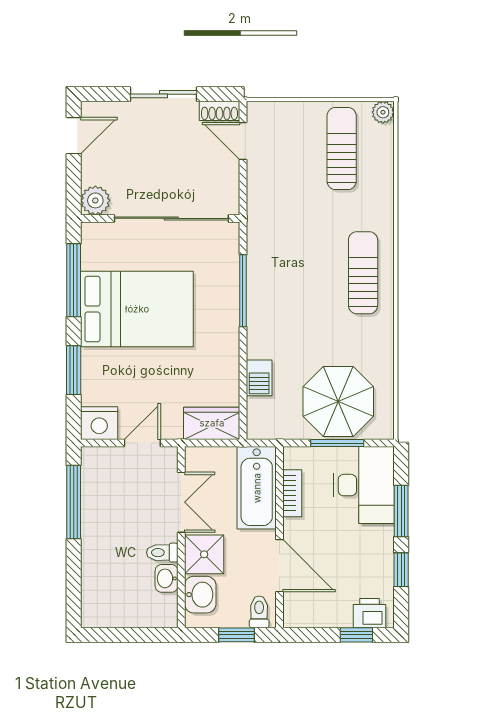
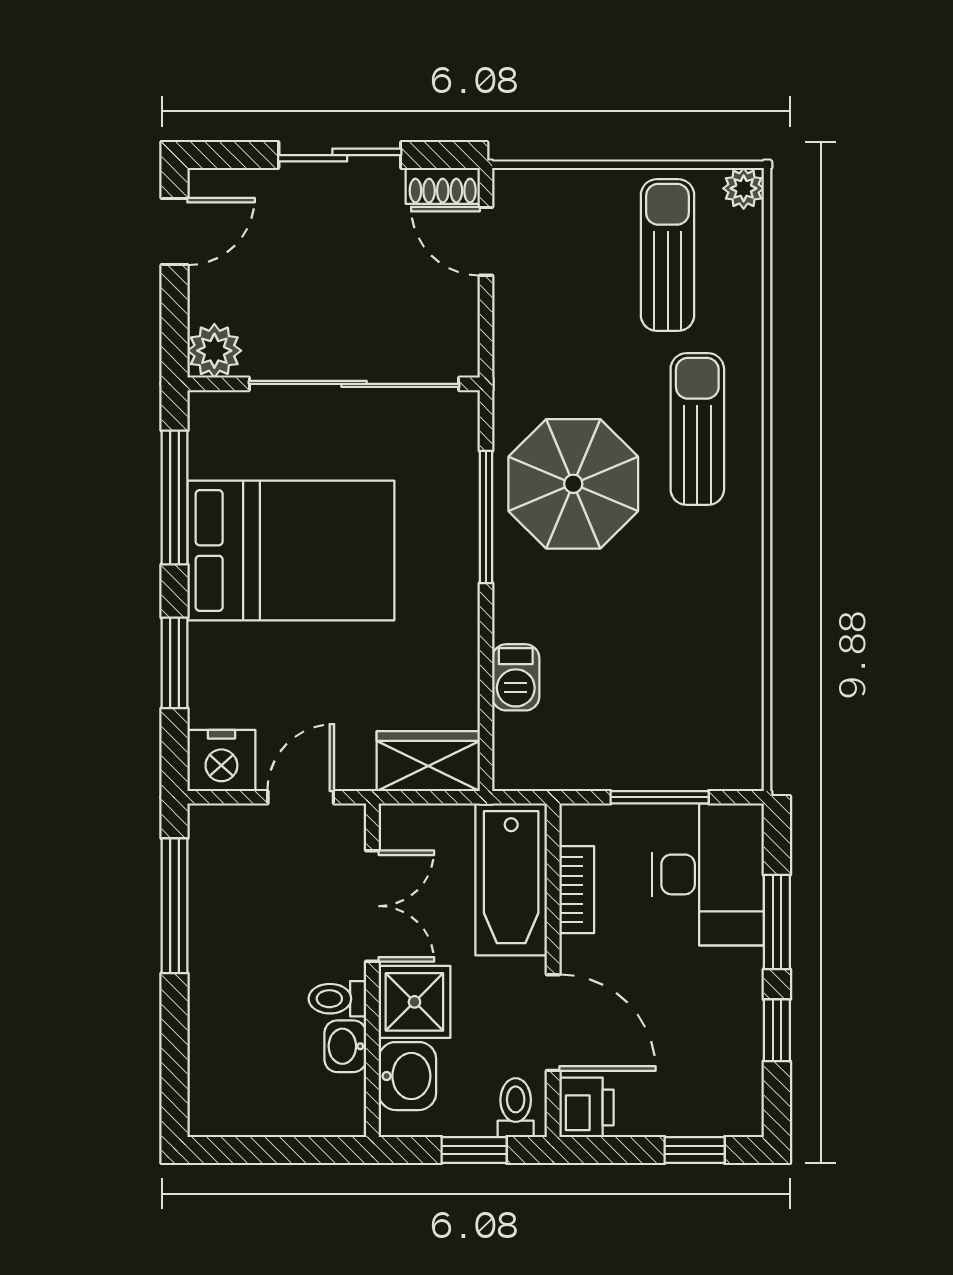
sun lounger: (363, 273) -> (697, 429), moved
parasol: (338, 402) -> (573, 484), moved
printer: (369, 613) -> (586, 1107), moved, turned 90

